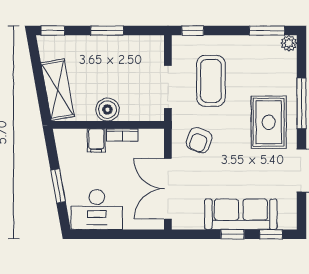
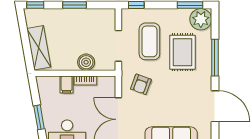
plant: (289, 43) -> (201, 19), width x1.87, depth x1.87
boiler: (108, 110) -> (86, 62), moved
rug: (269, 122) -> (183, 52), moved

